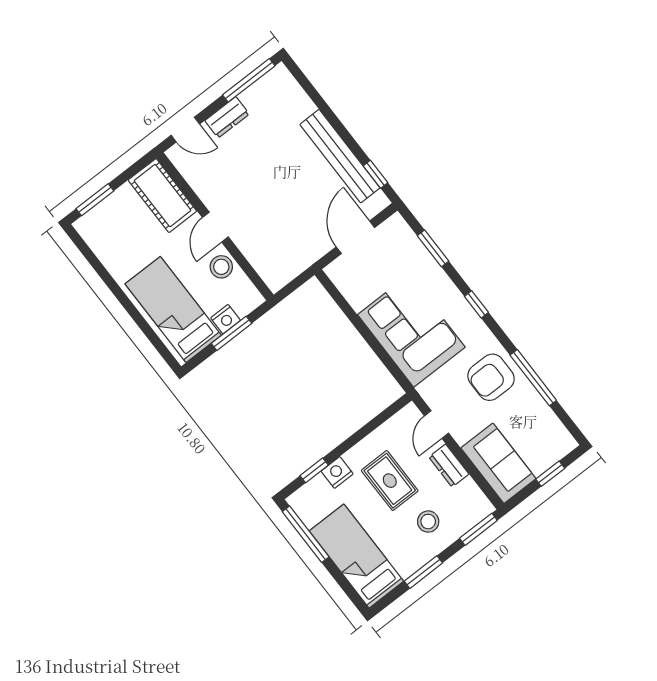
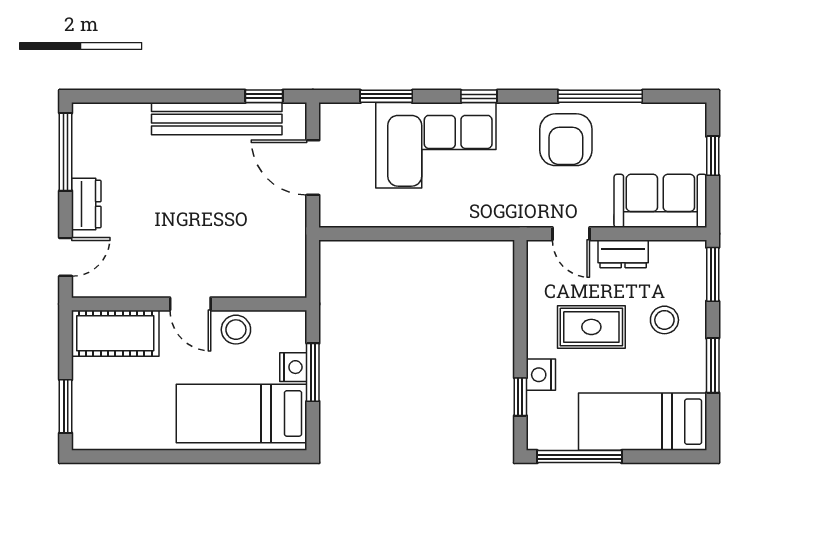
corner sofa: (411, 331) -> (436, 145), moved, turned 180

